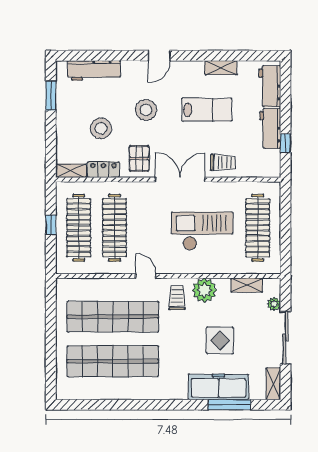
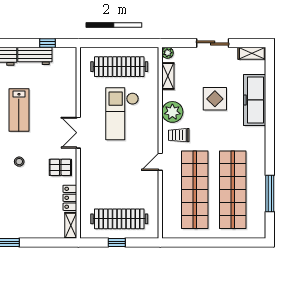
stool: (146, 110) -> (19, 162), width x0.53, depth x0.53
lab bench: (207, 110) -> (19, 110), turned 180
stool: (101, 128) -> (35, 200), removed
trolley: (223, 162) -> (64, 96), removed
double door: (180, 180) -> (78, 133), width x0.73
clothes rail: (114, 228) -> (119, 188), removed
plant: (274, 304) -> (168, 53), moved
sliding door: (286, 338) -> (213, 43), width x0.73
window: (229, 405) -> (270, 193), moved

